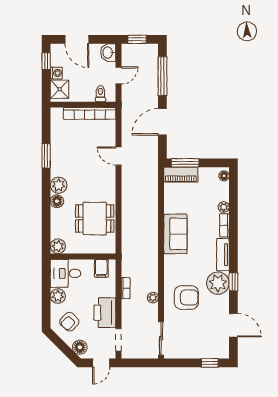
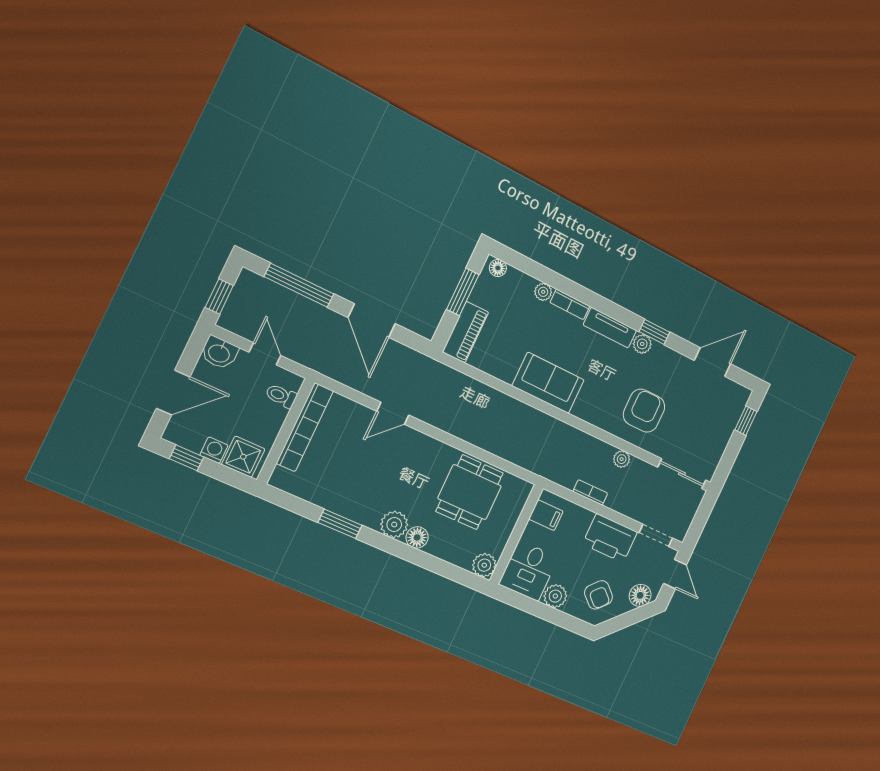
window: (185, 163) -> (463, 292), moved
plant: (218, 283) -> (642, 344), width x0.53, depth x0.53

